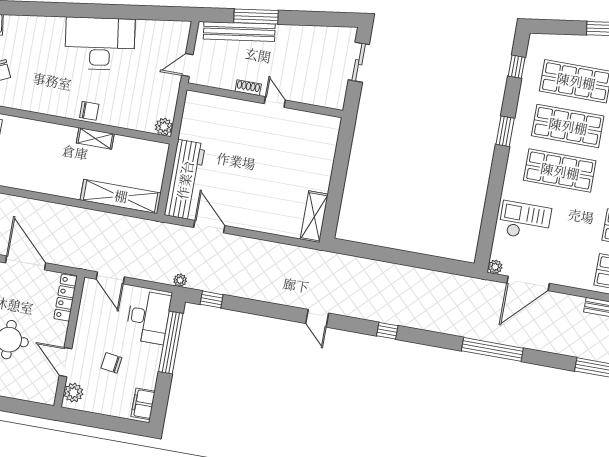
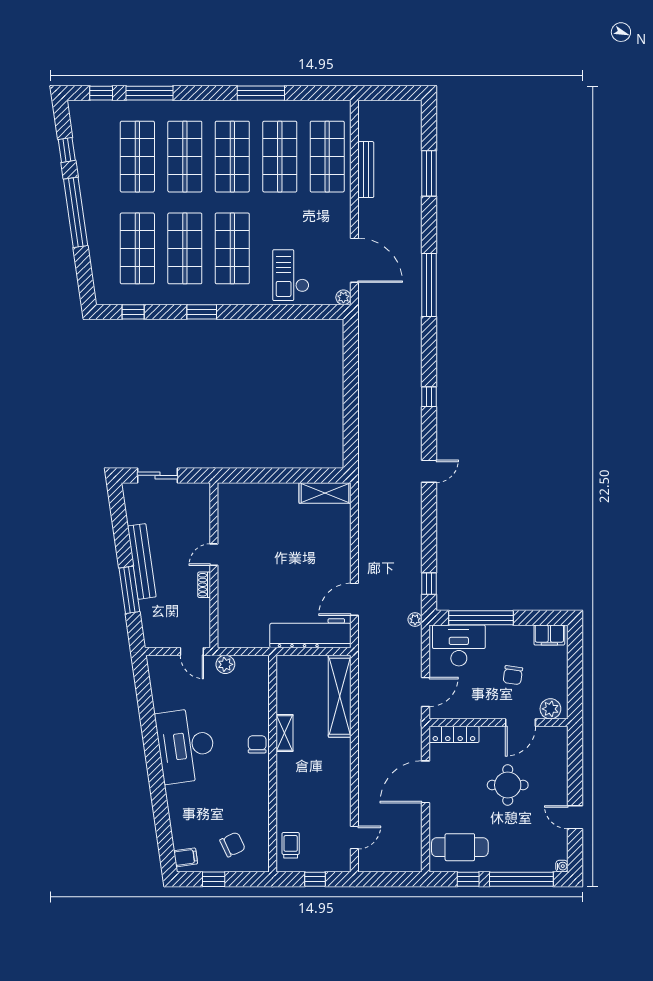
bench: (239, 32) -> (142, 561), moved
plant: (164, 127) -> (225, 664), moved

